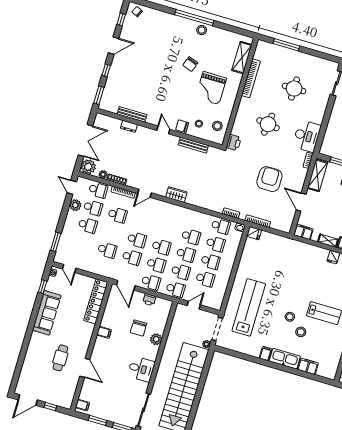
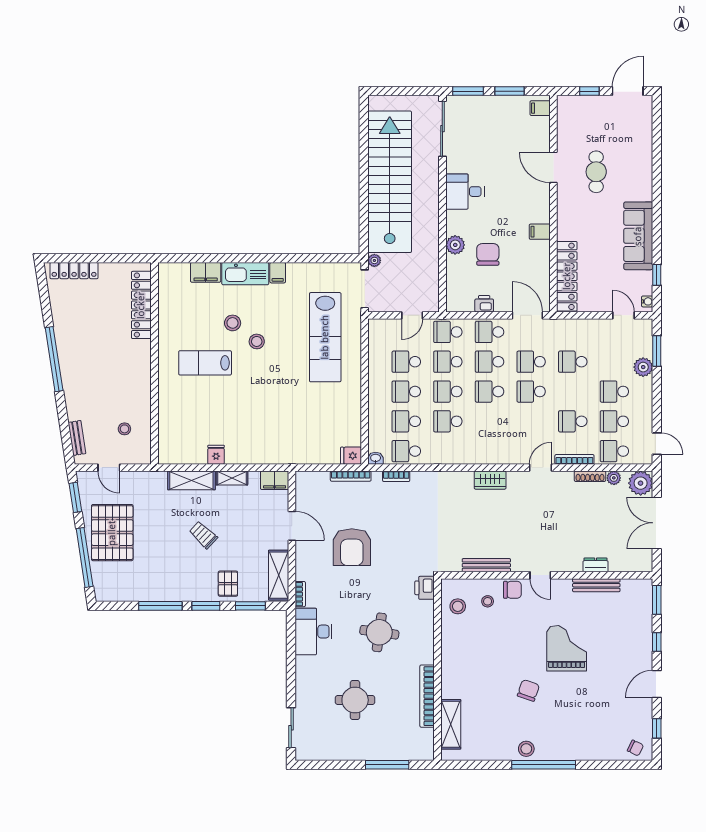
grand piano: (211, 88) -> (567, 648), moved
plant: (75, 205) -> (643, 367), moved

